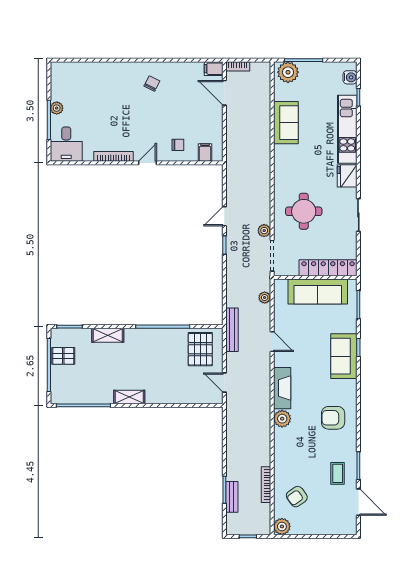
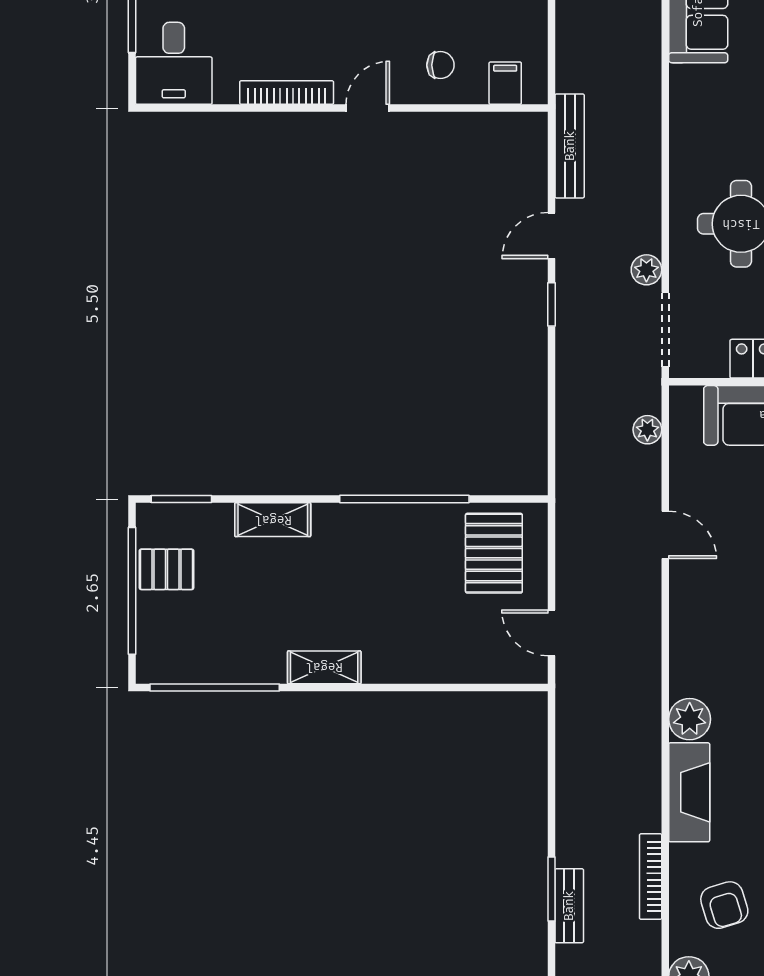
bench: (232, 330) -> (570, 146), moved
fireplace: (282, 388) -> (689, 792), moved
armchair: (297, 497) -> (724, 905), turned -72

